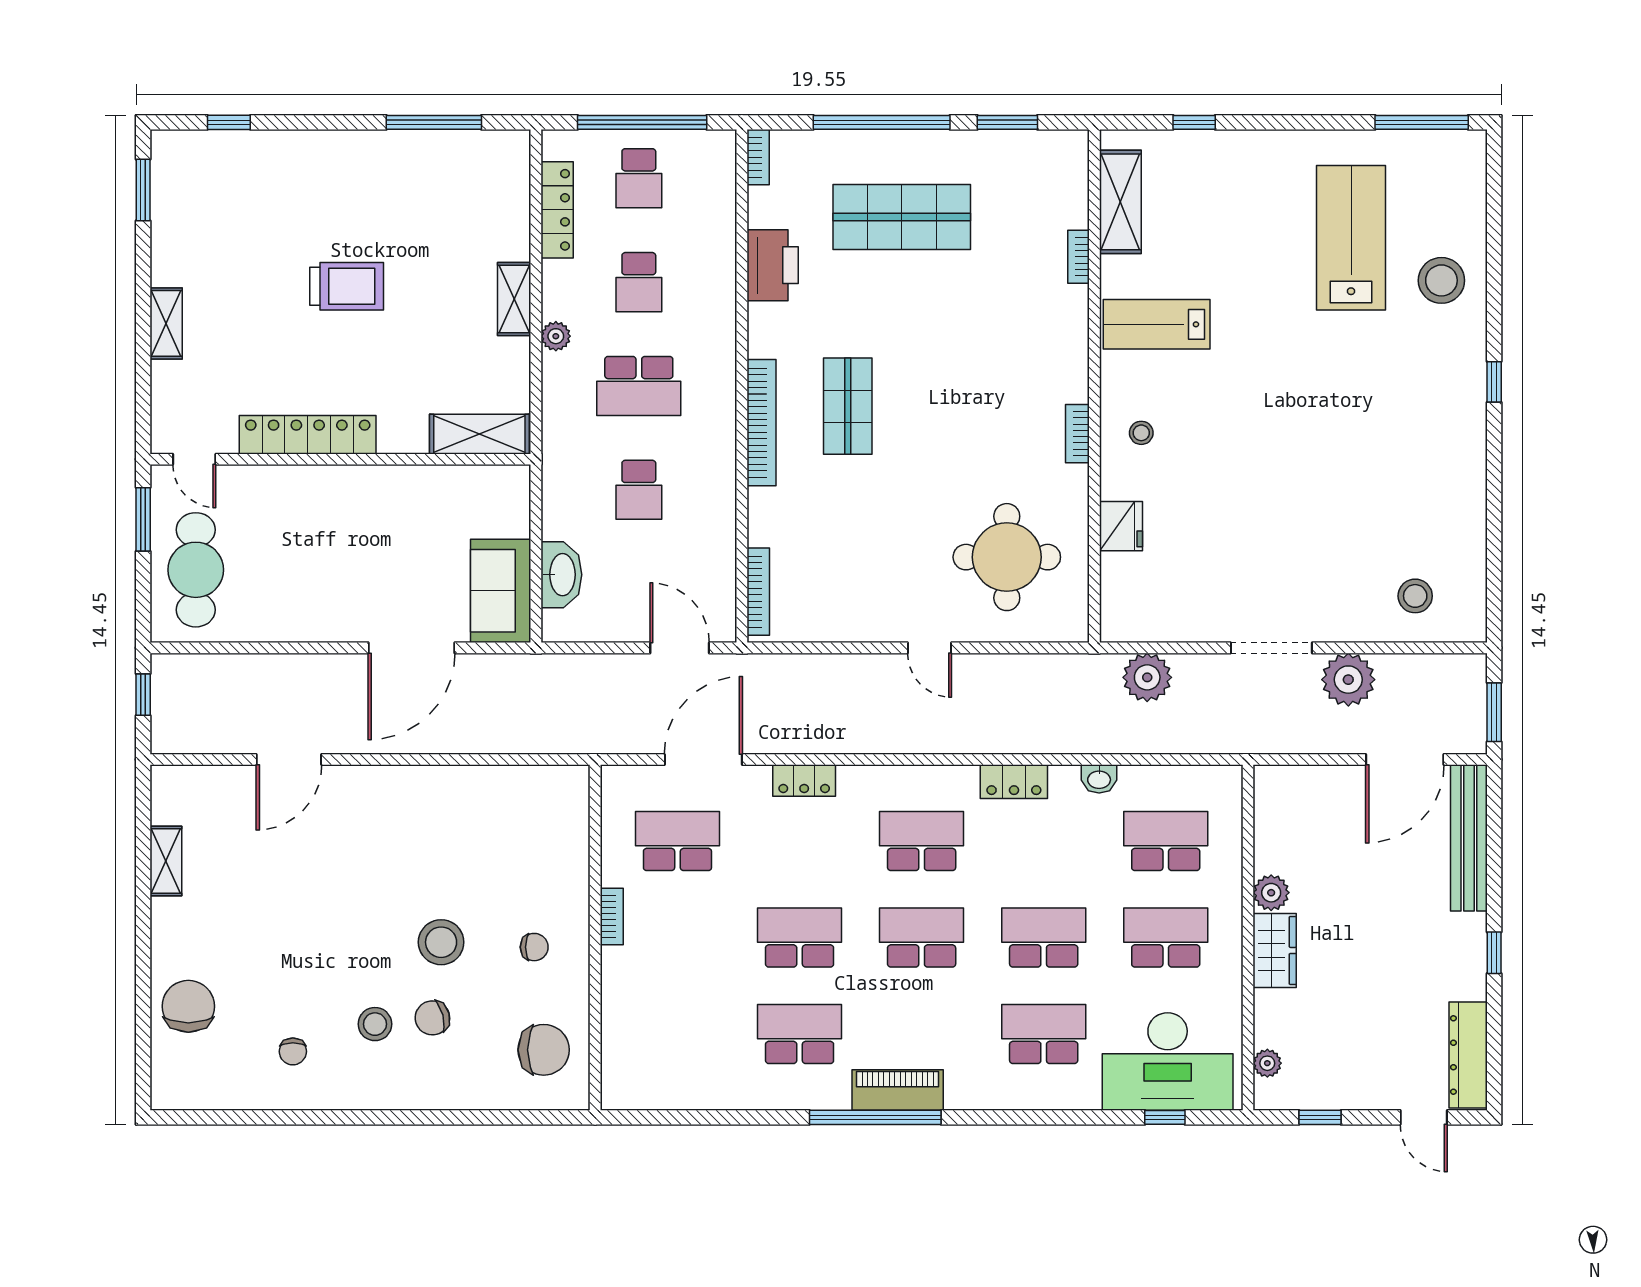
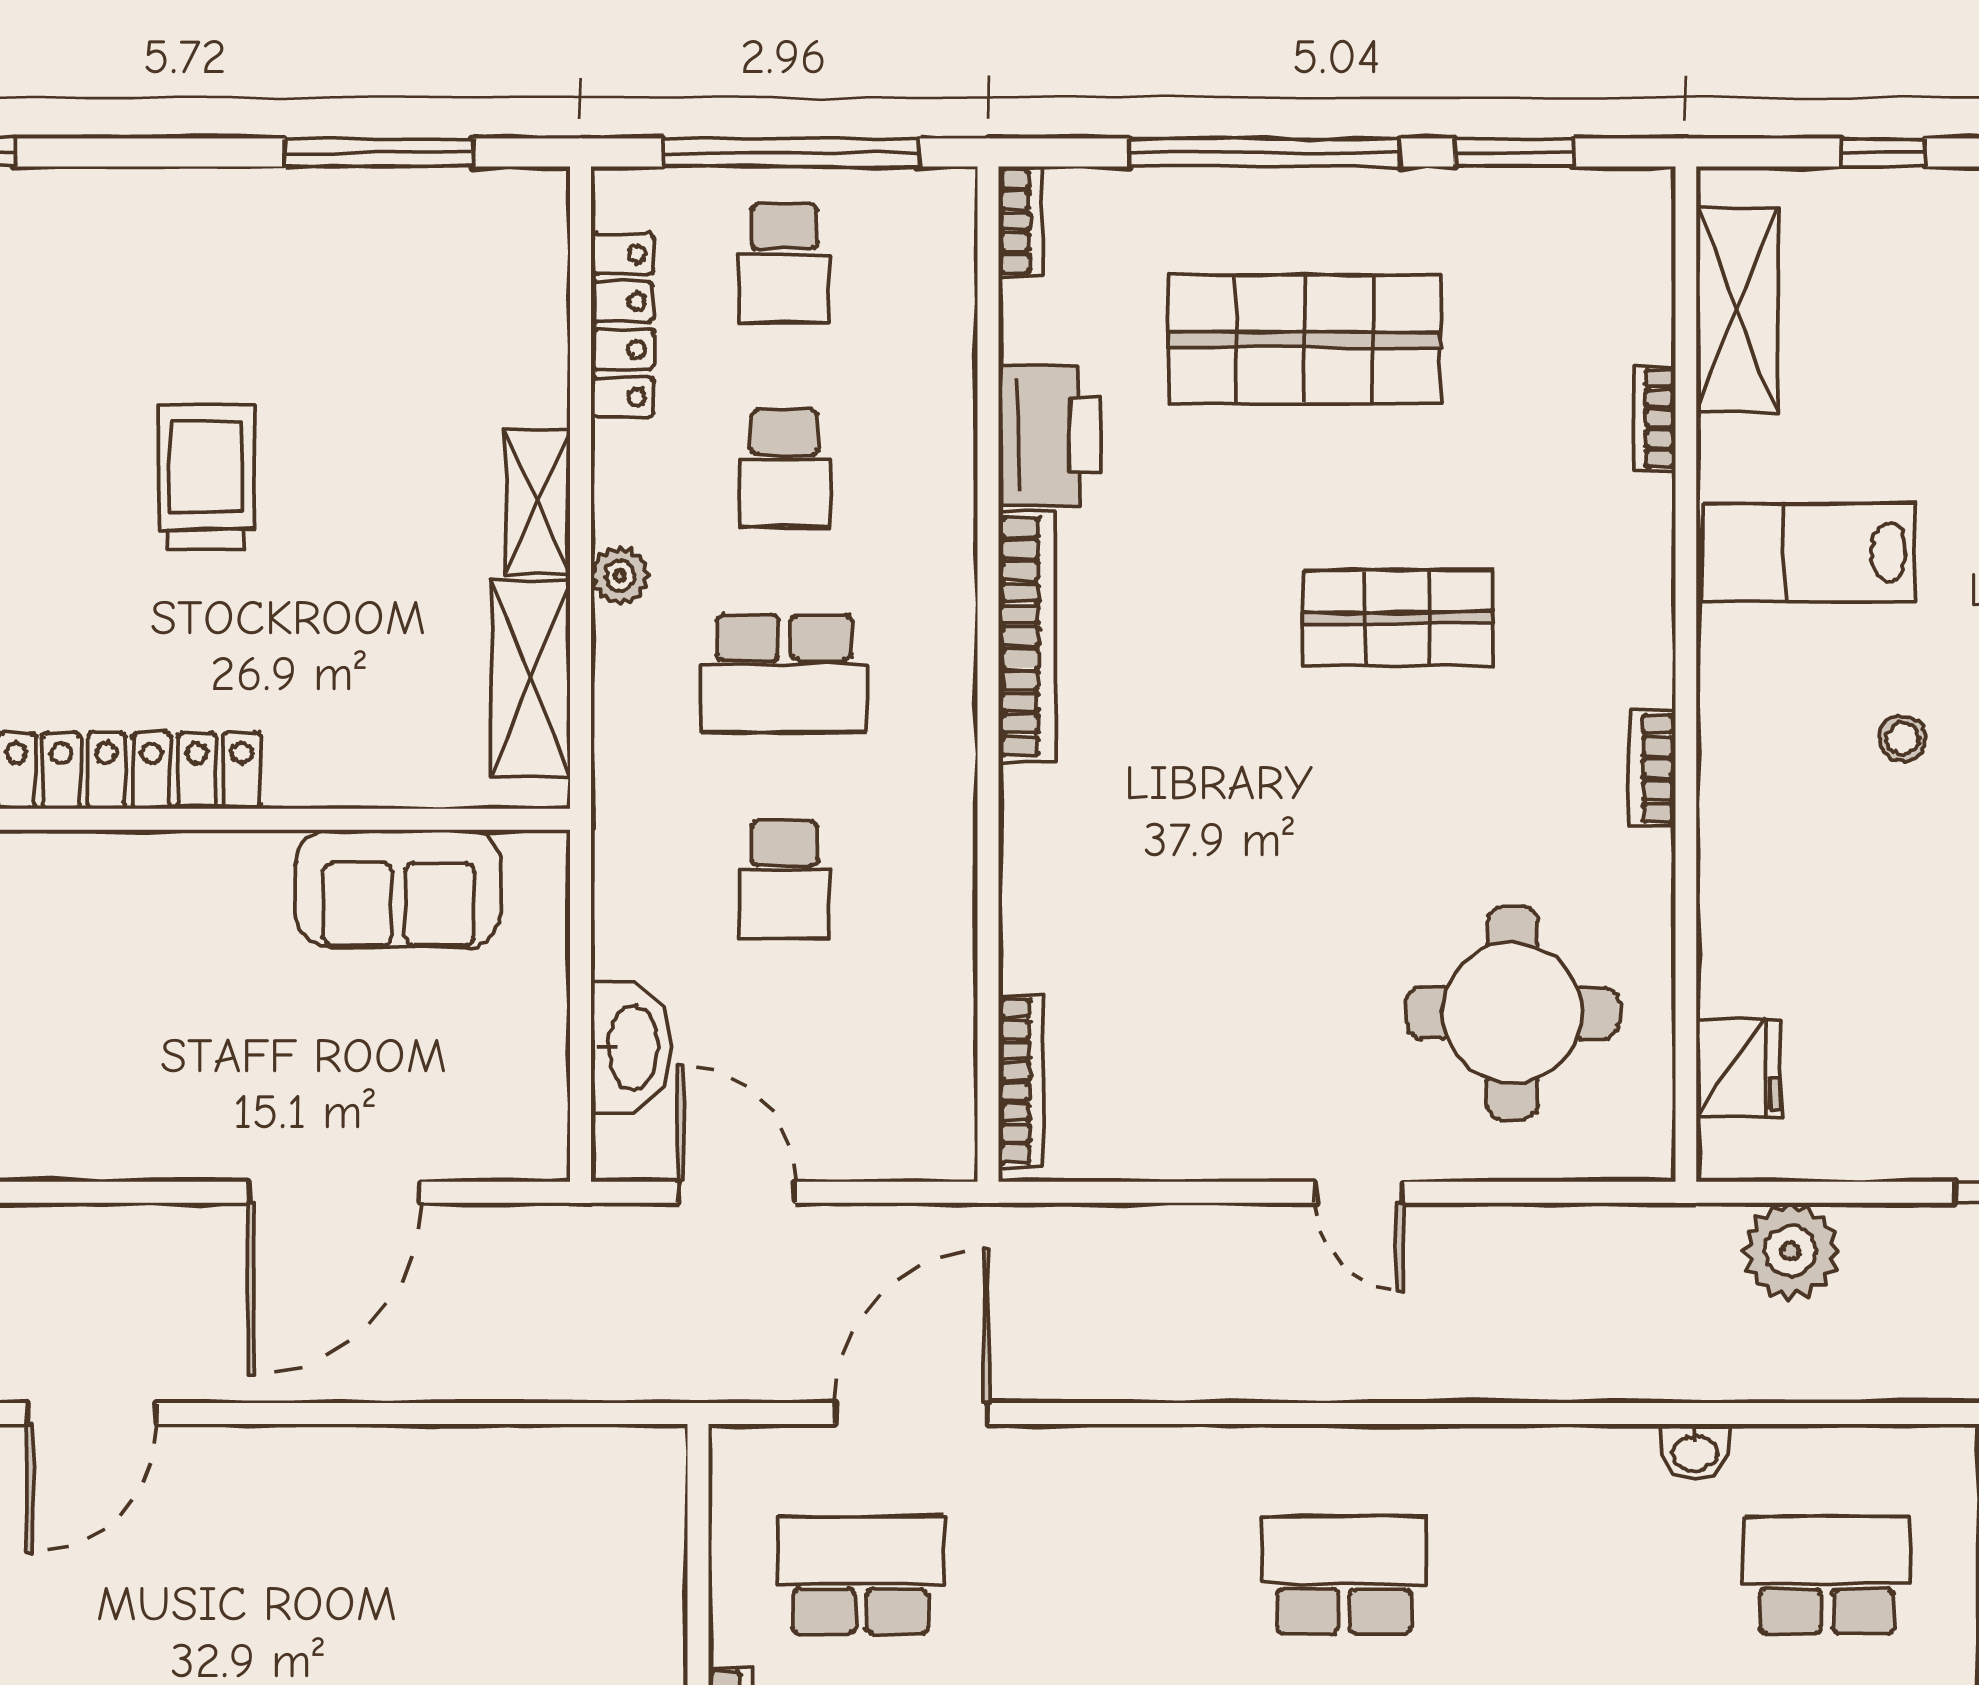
trolley: (347, 286) -> (206, 477), turned -90
shop shelf: (848, 406) -> (1397, 618), moved, turned 90
bookcase: (761, 423) -> (1027, 637), moved
stool: (1141, 433) -> (1902, 739), moved
shelving: (479, 434) -> (531, 679), moved, turned 90
fridge: (1121, 526) -> (1738, 1068), moved
sofa: (501, 591) -> (398, 889), moved, turned -90
door: (680, 648) -> (736, 1192), moved
locker: (804, 781) -> (1111, 1455), removed
locker: (1014, 782) -> (1527, 1457), removed

